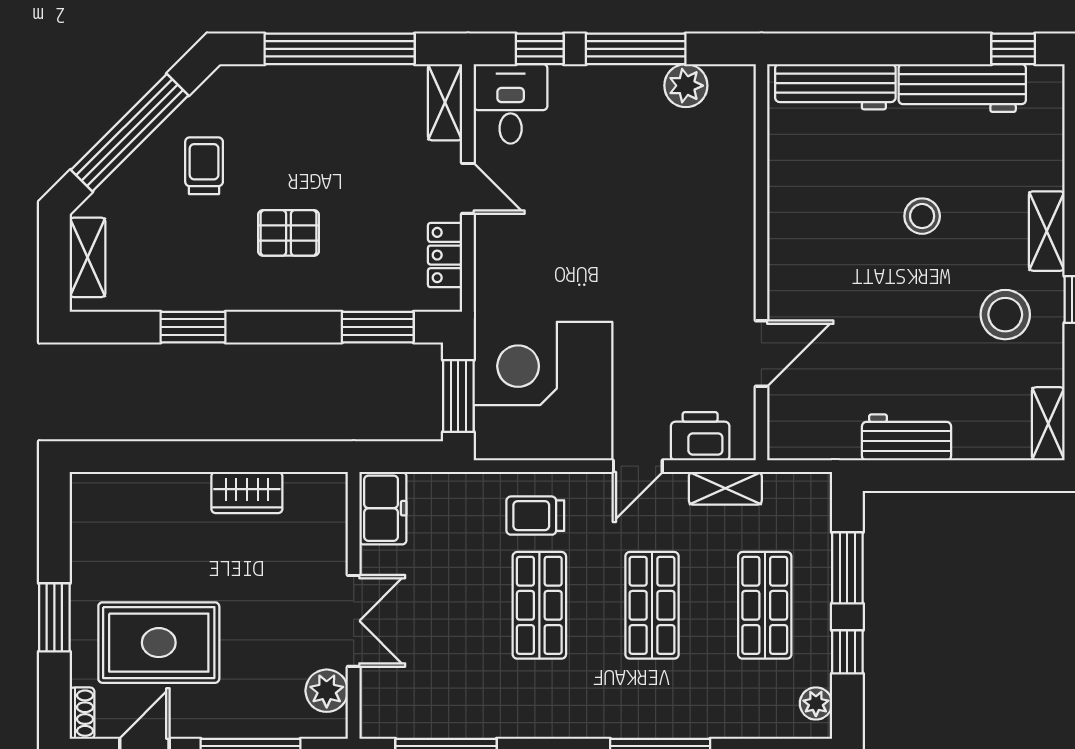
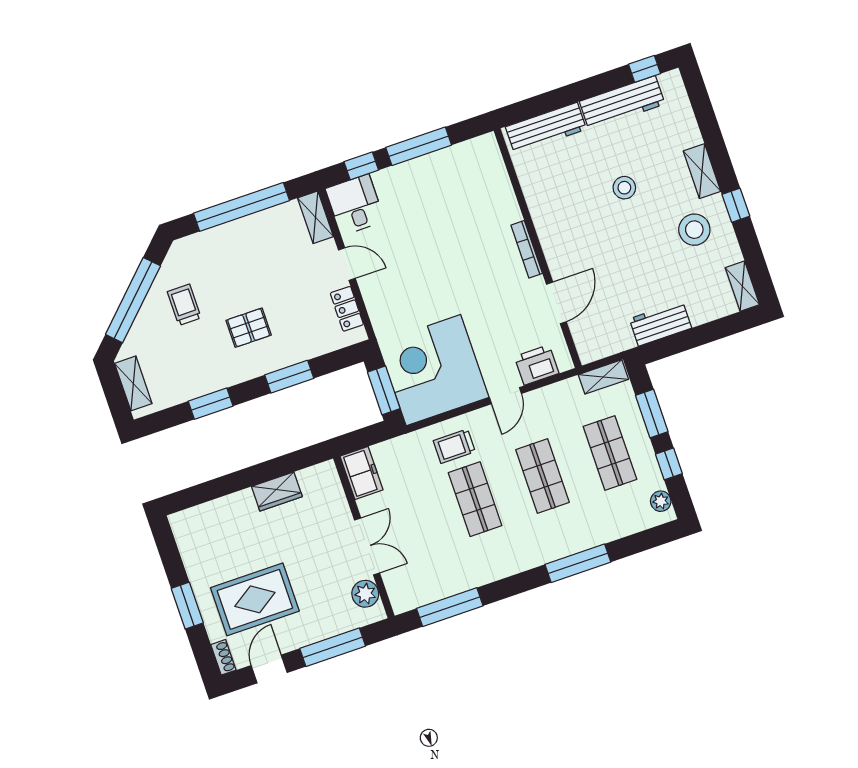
plant: (686, 86) -> (456, 158), removed
bookcase: (744, 258) -> (527, 249), added
window: (378, 327) -> (289, 377), moved
shelving: (725, 488) -> (603, 377), moved

